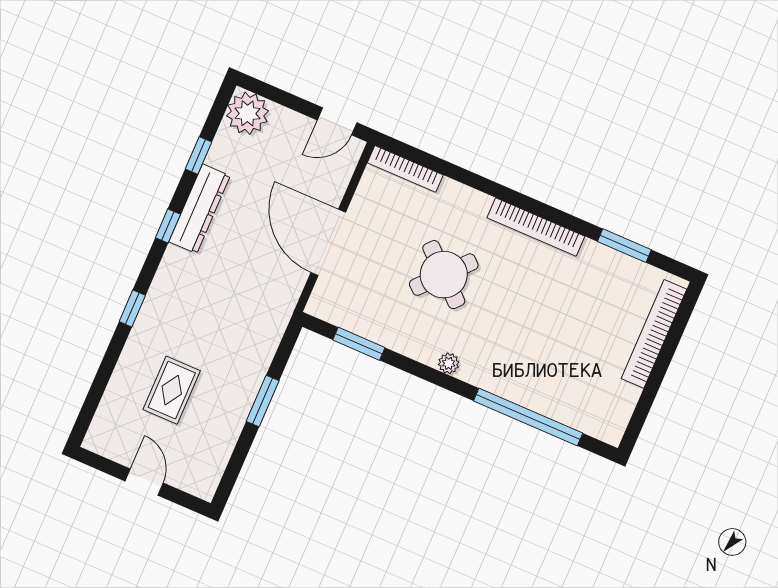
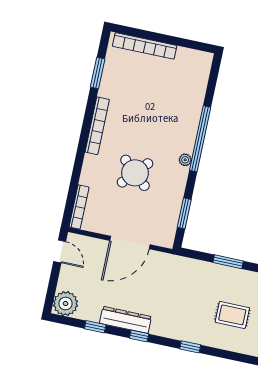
window: (528, 417) -> (200, 139), moved

